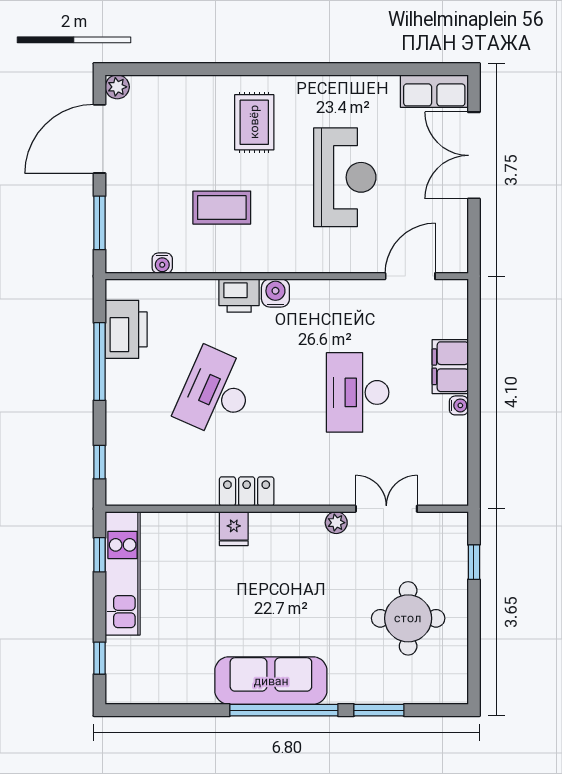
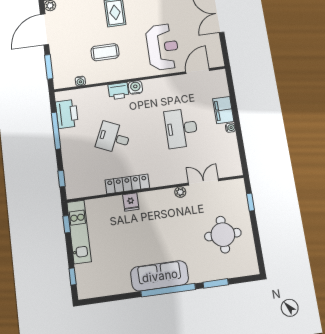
reception desk: (345, 177) -> (163, 47), moved
desk: (216, 392) -> (113, 138), width x0.73
locker: (247, 491) -> (127, 184), width x1.53

